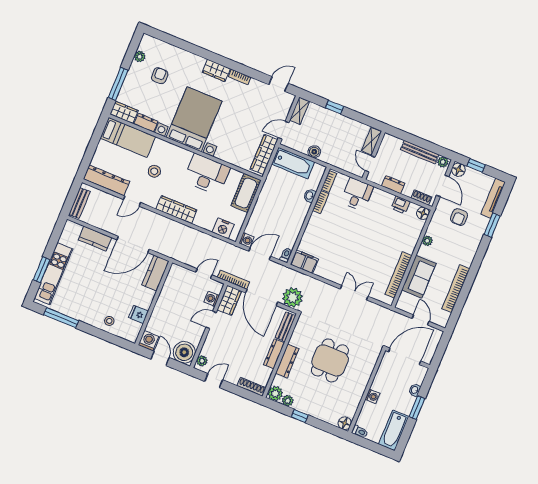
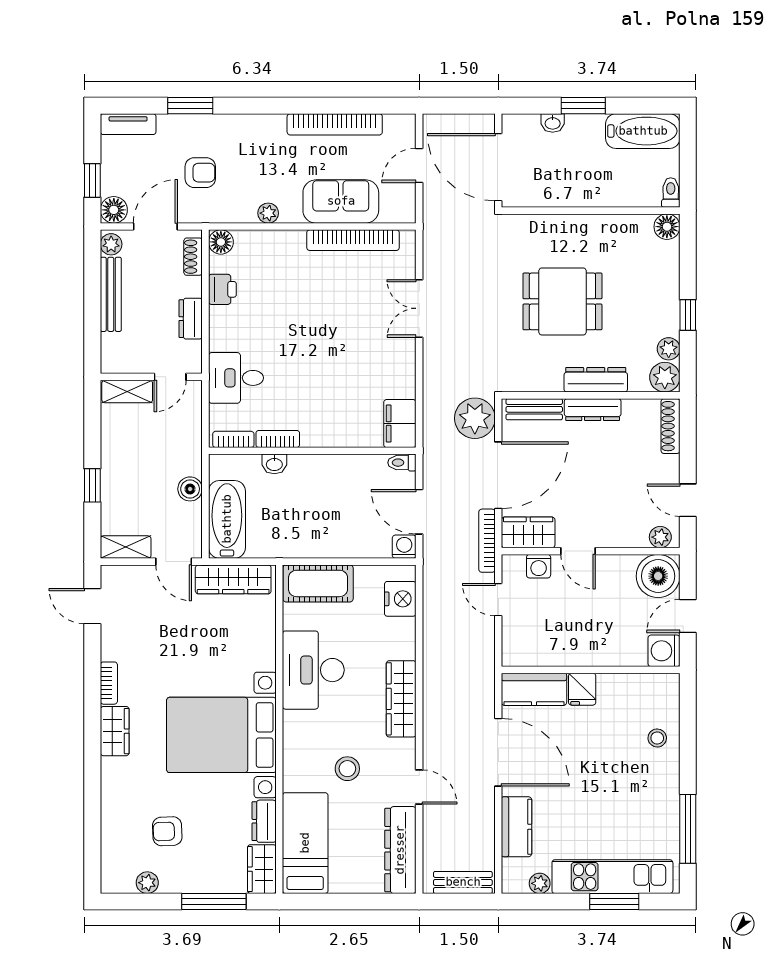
tv unit: (493, 198) -> (128, 124), width x0.71
plant: (64, 239) -> (540, 883), added
fridge: (138, 314) -> (582, 689), moved
washing machine: (372, 396) -> (596, 196), removed

